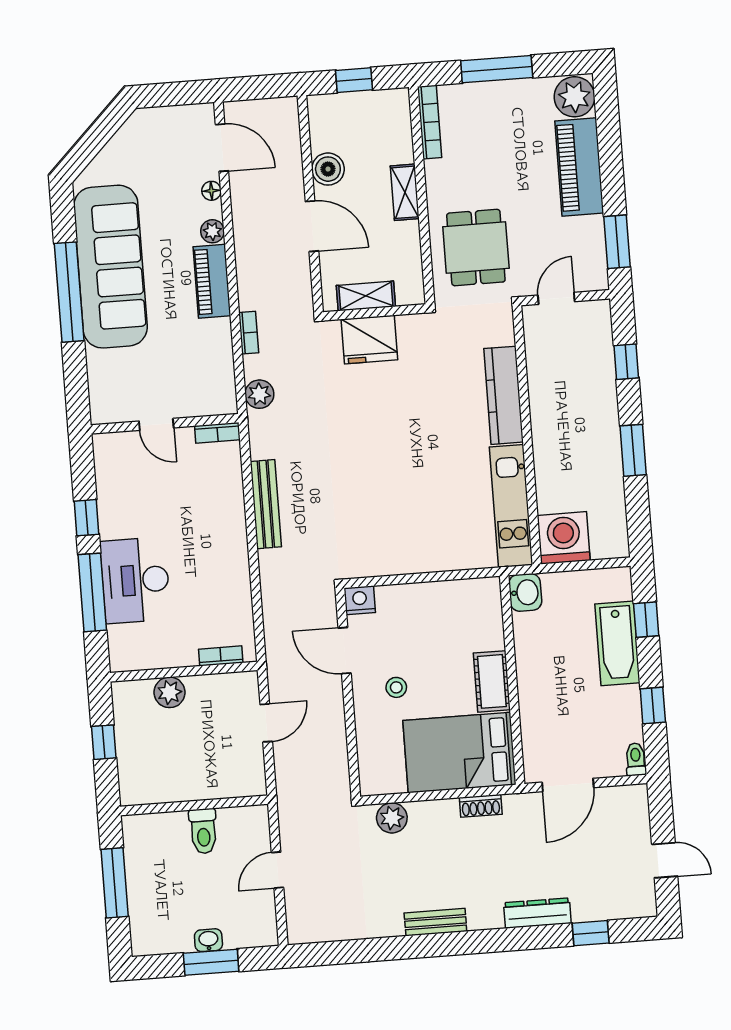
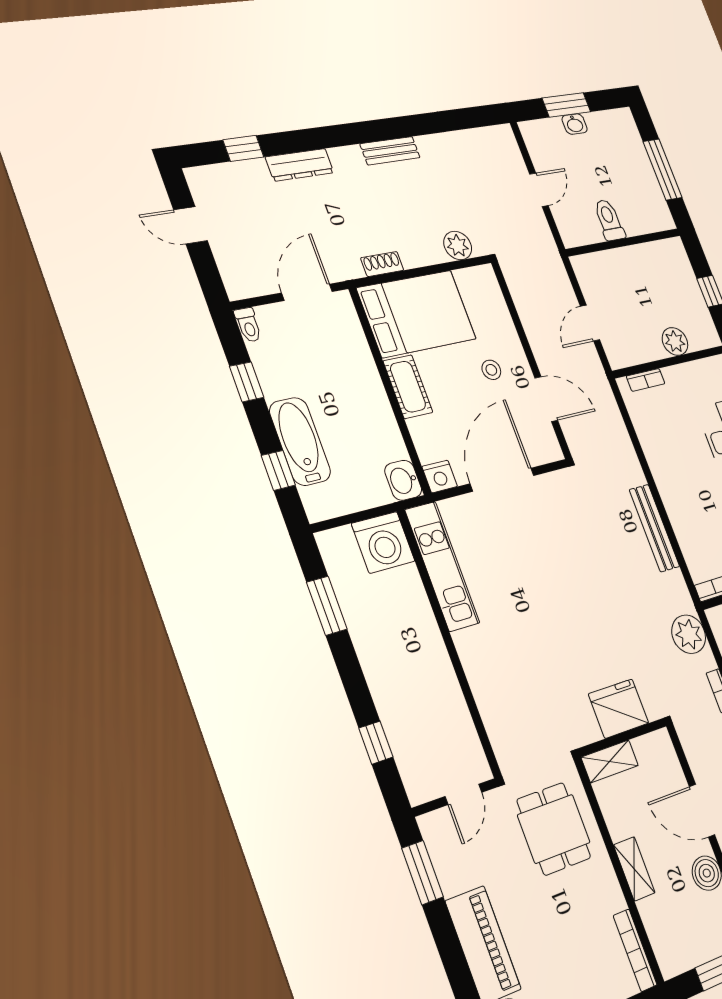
shelving: (366, 296) -> (610, 761), moved
plant: (259, 394) -> (689, 634), width x1.36, depth x1.36
kitchen counter: (504, 395) -> (483, 679), removed
window: (633, 450) -> (327, 606), moved
door: (421, 578) -> (502, 480), added
nightstand: (360, 600) -> (440, 476), moved

